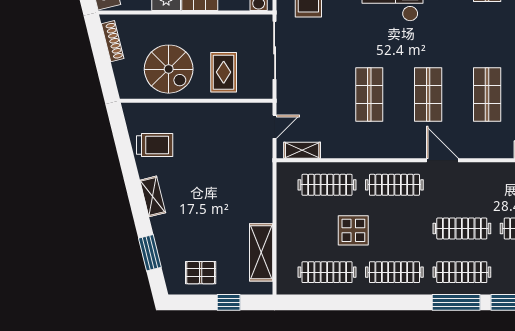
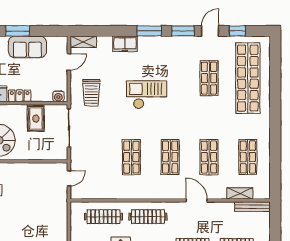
rug: (224, 72) -> (36, 119), moved
shelving: (302, 150) -> (87, 194), removed
door: (442, 160) -> (197, 200), moved

